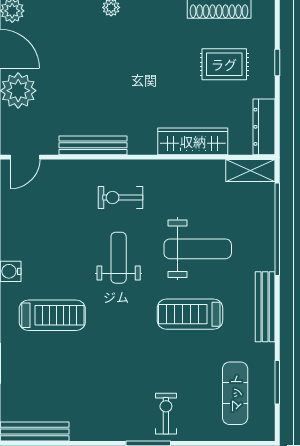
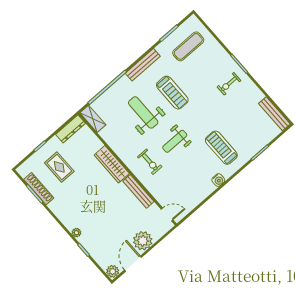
wardrobe: (193, 141) -> (112, 164), moved
exercise bike: (166, 414) -> (229, 84), moved

